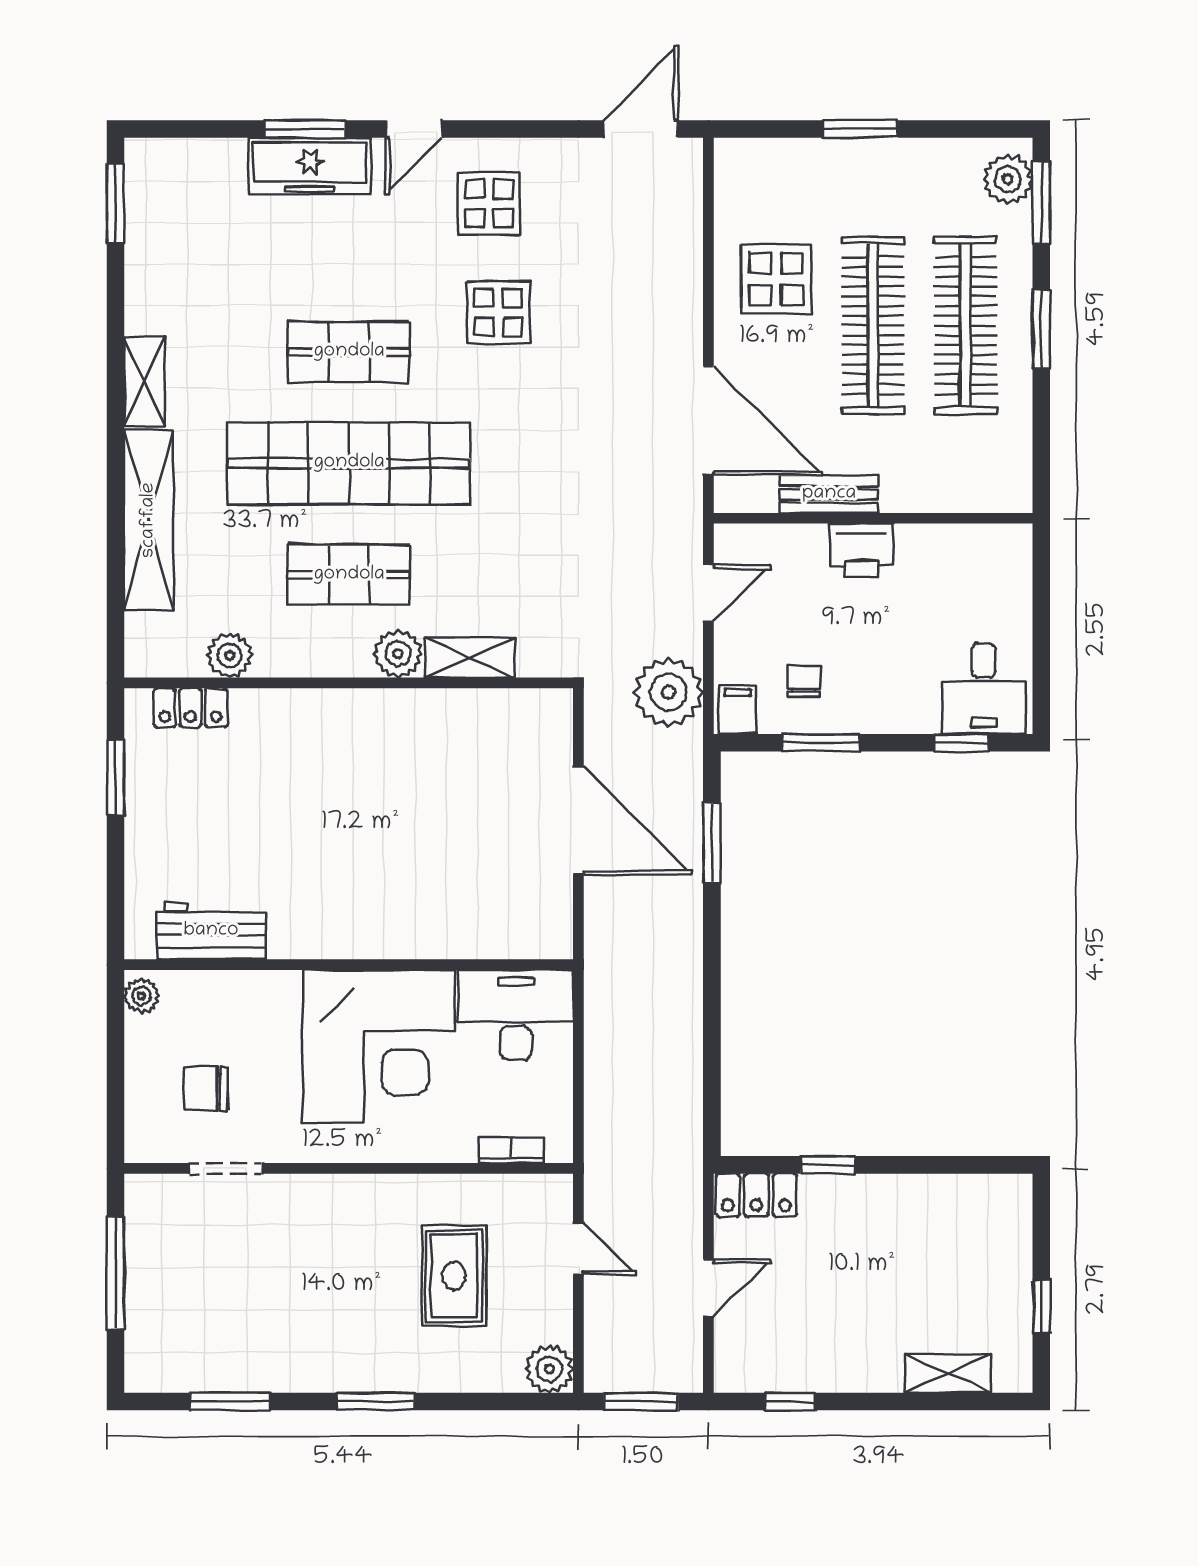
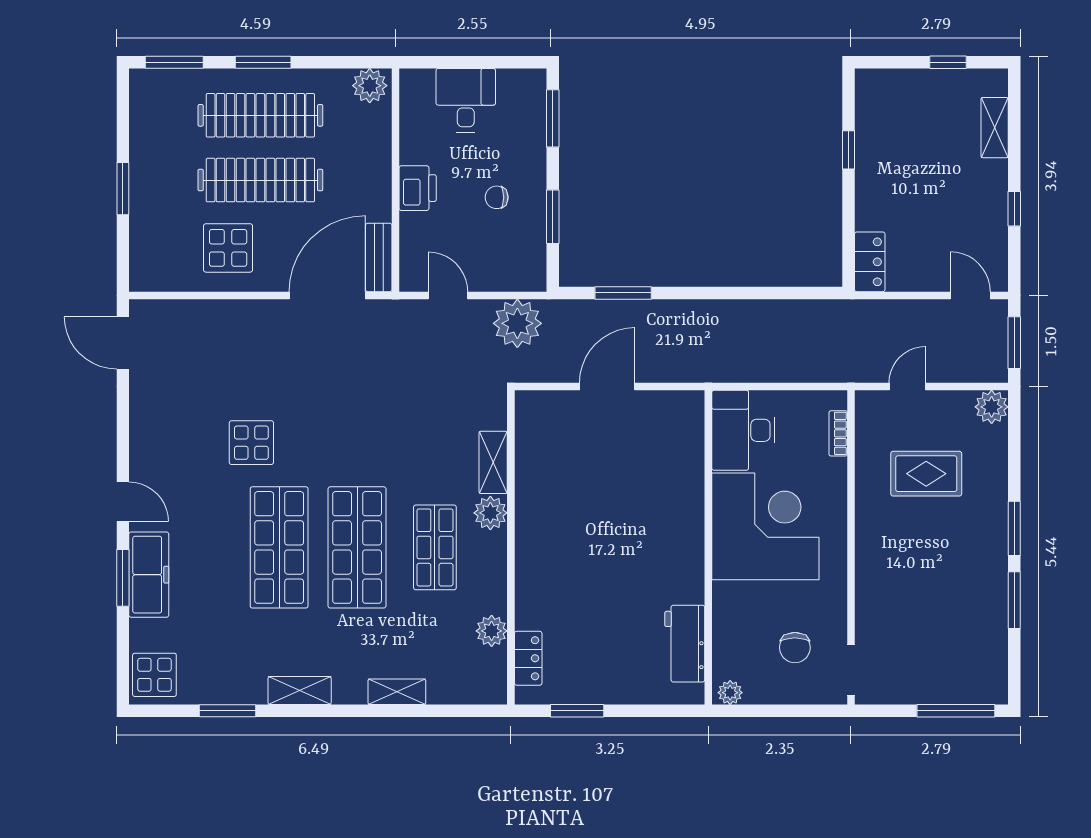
plant: (1008, 179) -> (370, 86), moved
window: (115, 203) -> (227, 711), moved
display table: (489, 204) -> (154, 675), moved
shop shelf: (349, 352) -> (279, 547), width x1.43, depth x1.36
shop shelf: (349, 463) -> (357, 547), width x0.71
bench: (829, 494) -> (379, 257), moved
shelving: (149, 520) -> (397, 692), width x0.45, depth x0.75
chair: (803, 681) -> (497, 197), moved
desk: (984, 689) -> (466, 100), moved, turned -90
filing cabinet: (738, 710) -> (530, 275), removed
window: (961, 743) -> (553, 118), width x1.50
door: (578, 820) -> (607, 387), width x0.73
window: (828, 1165) -> (849, 150), moved
doorway: (225, 1168) -> (851, 670), moved
window: (115, 1273) -> (956, 711), moved
door: (708, 1288) -> (970, 295), moved
window: (230, 1402) -> (1014, 600), moved
window: (790, 1402) -> (1014, 209), moved

